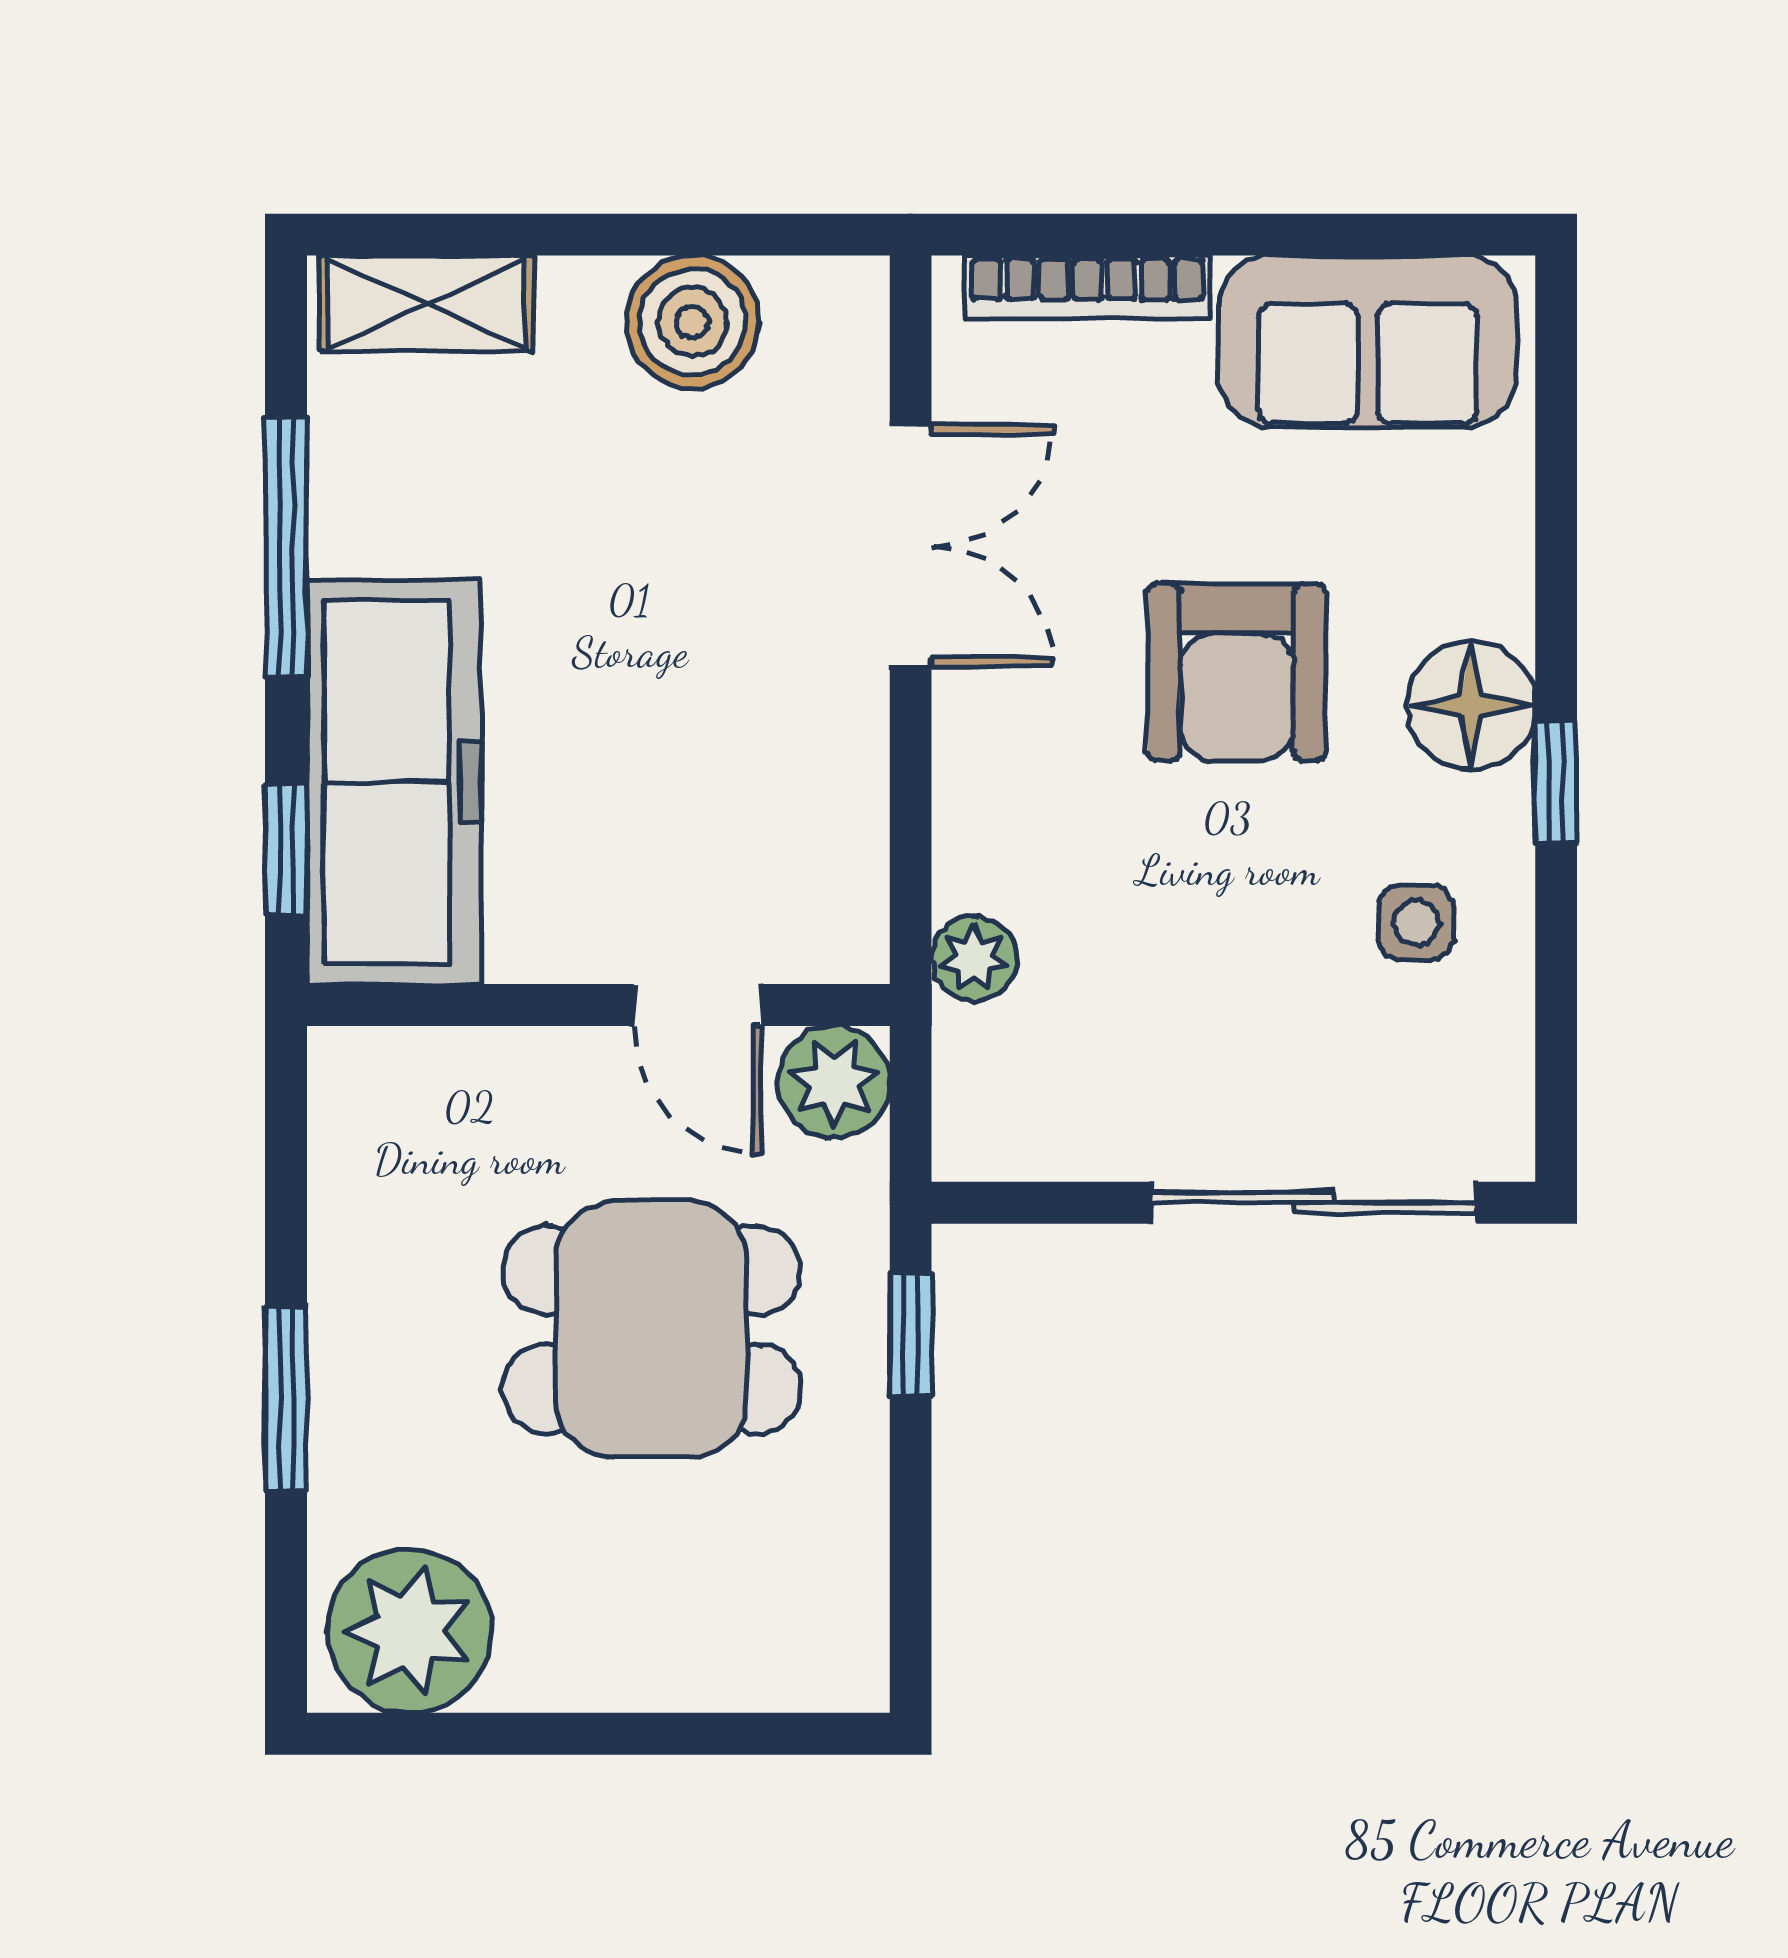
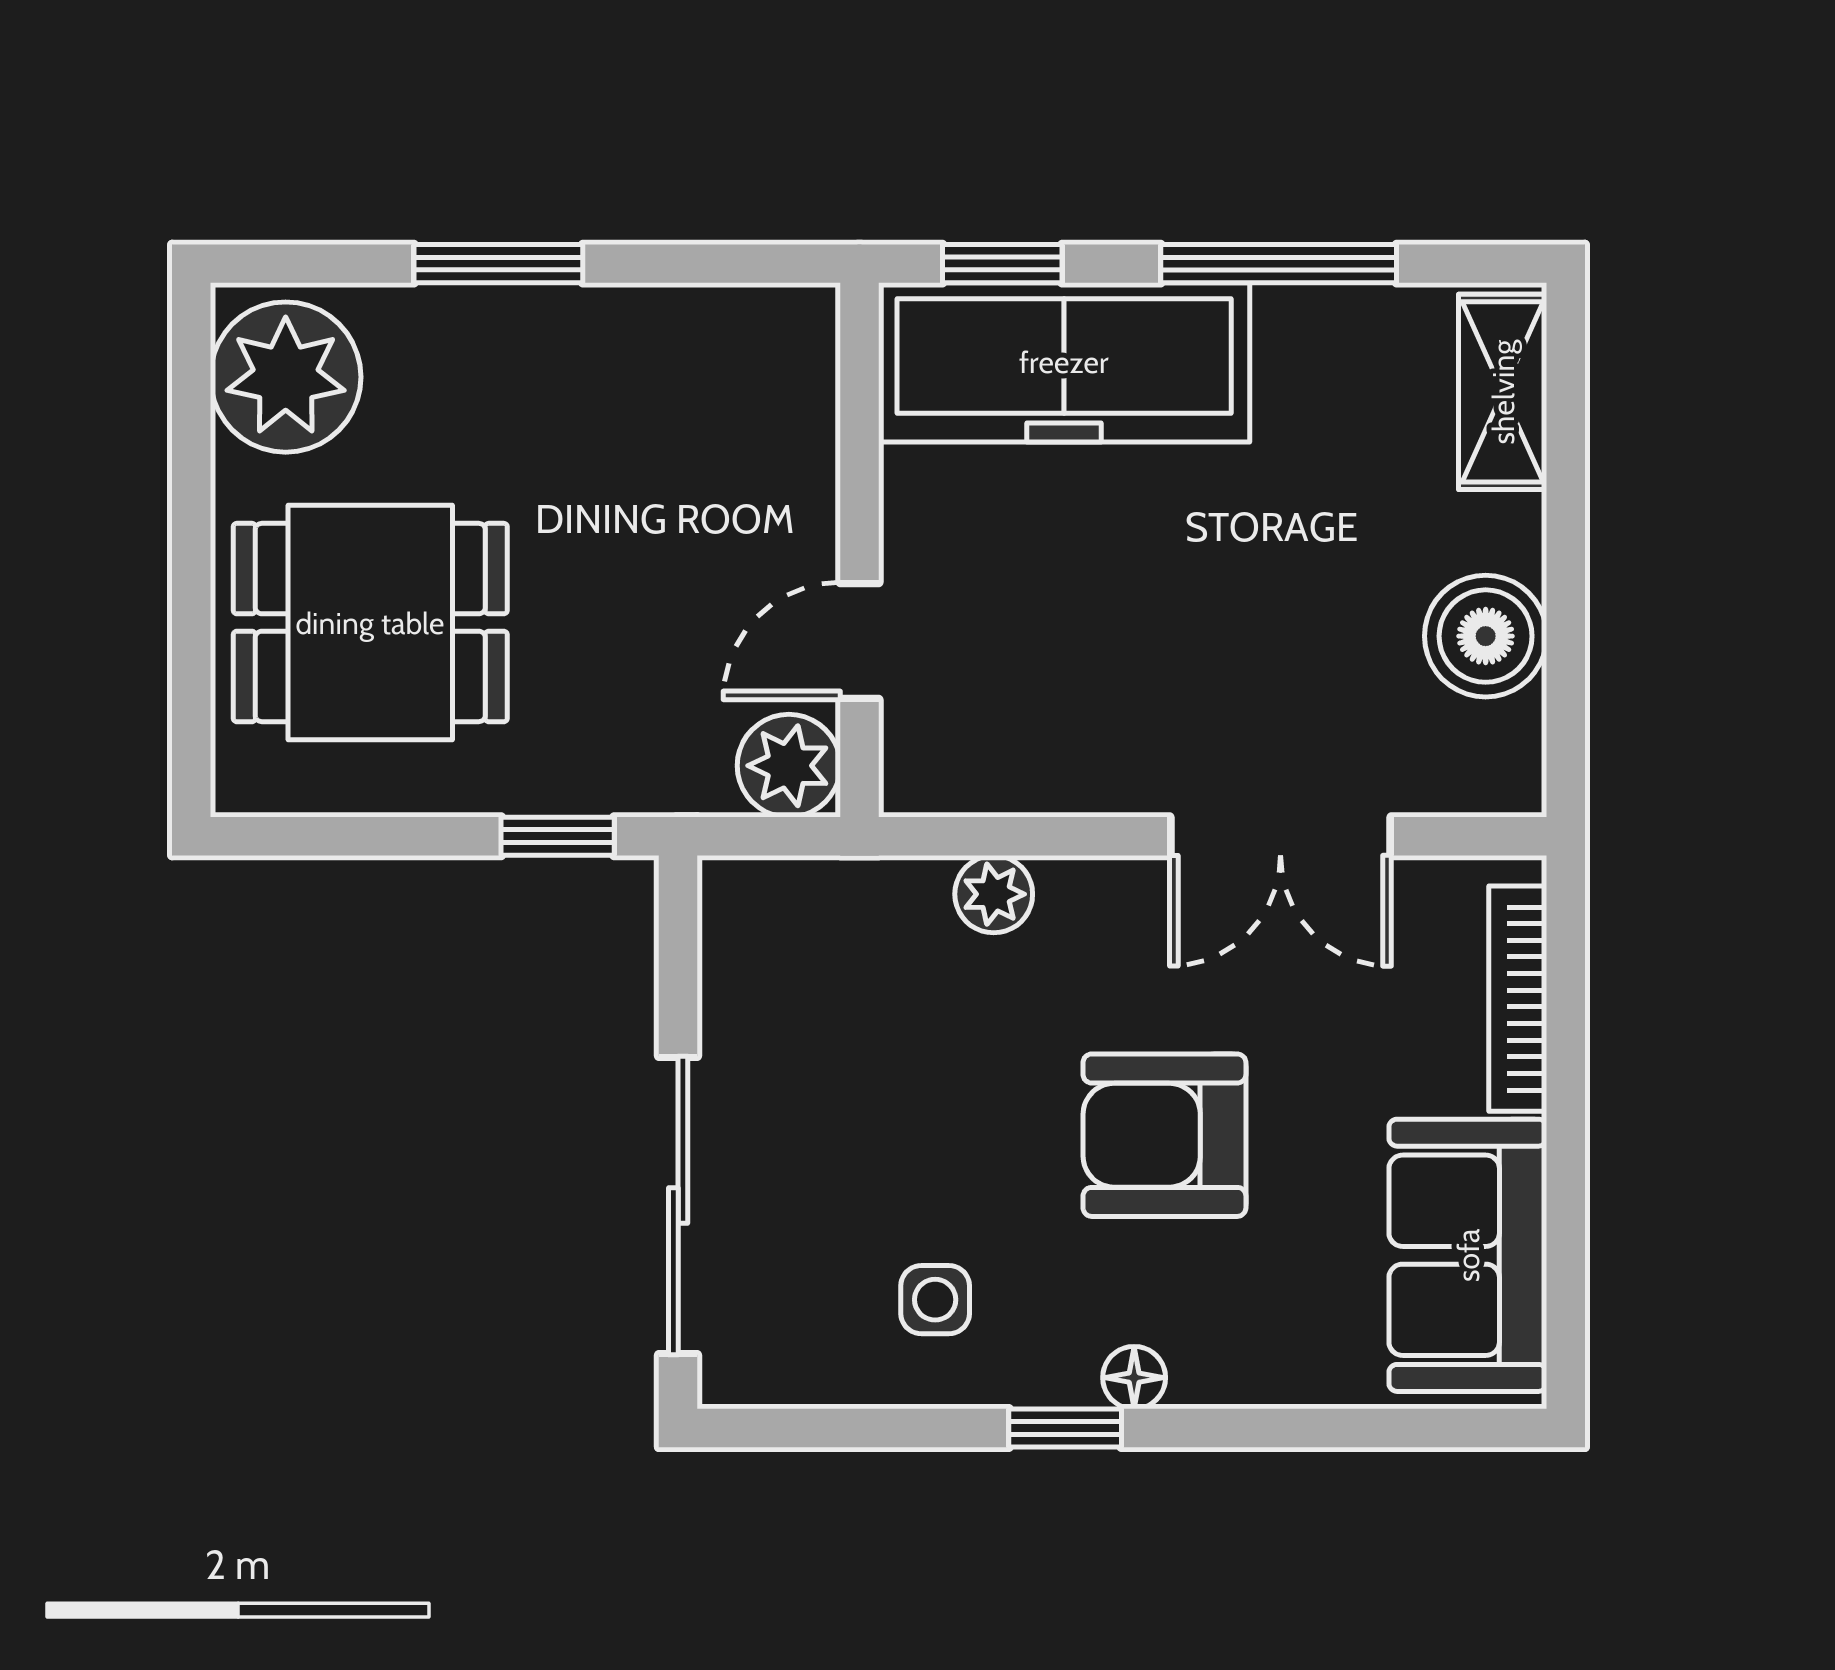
floor lamp: (1471, 705) -> (1134, 1378), width x0.53, depth x0.53
plant: (974, 958) -> (994, 894), moved
dining table: (651, 1330) -> (370, 623), moved, turned 90

